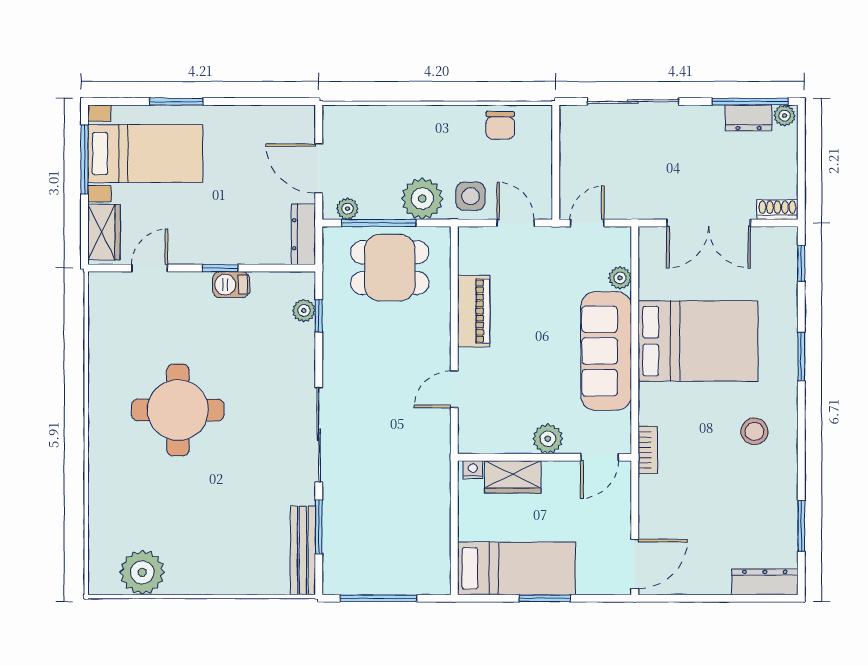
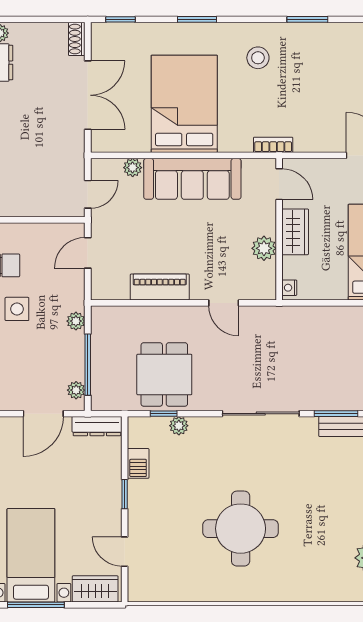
side table: (471, 196) -> (17, 309), moved
plant: (422, 199) -> (76, 321), width x0.53, depth x0.53
door: (587, 223) -> (88, 194), swing flipped
dining table: (390, 268) -> (164, 374), moved
barbecue: (231, 285) -> (138, 463), moved
plant: (304, 310) -> (179, 426), moved
plant: (548, 439) -> (264, 248), moved
wardrobe: (513, 477) -> (295, 232), moved
window: (801, 526) -> (307, 19), moved

